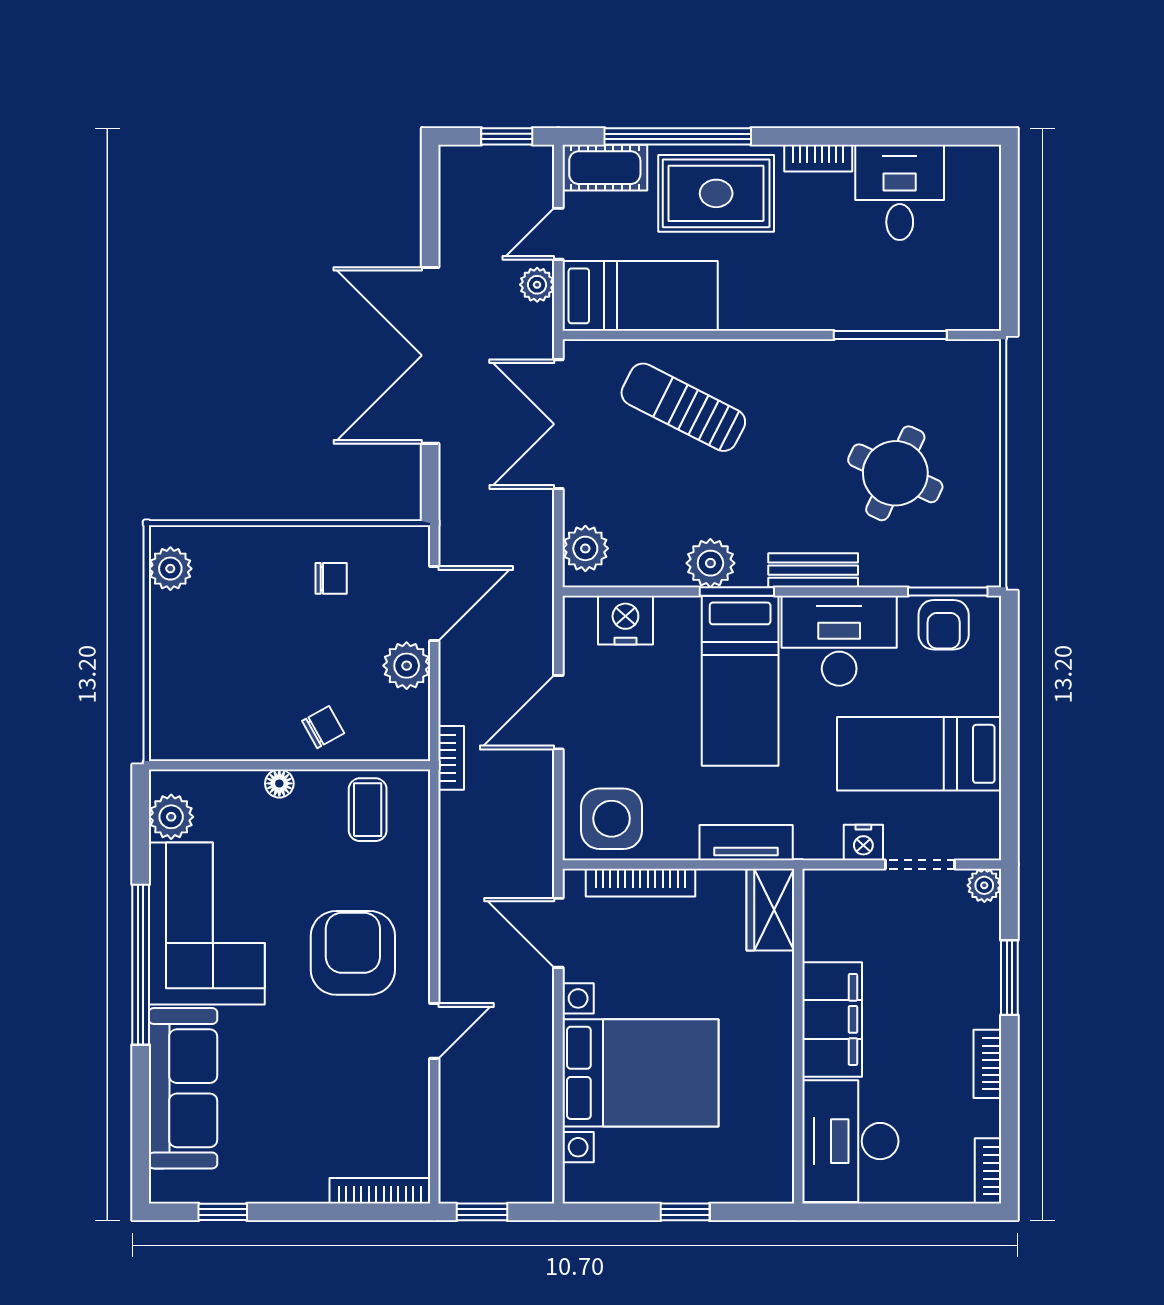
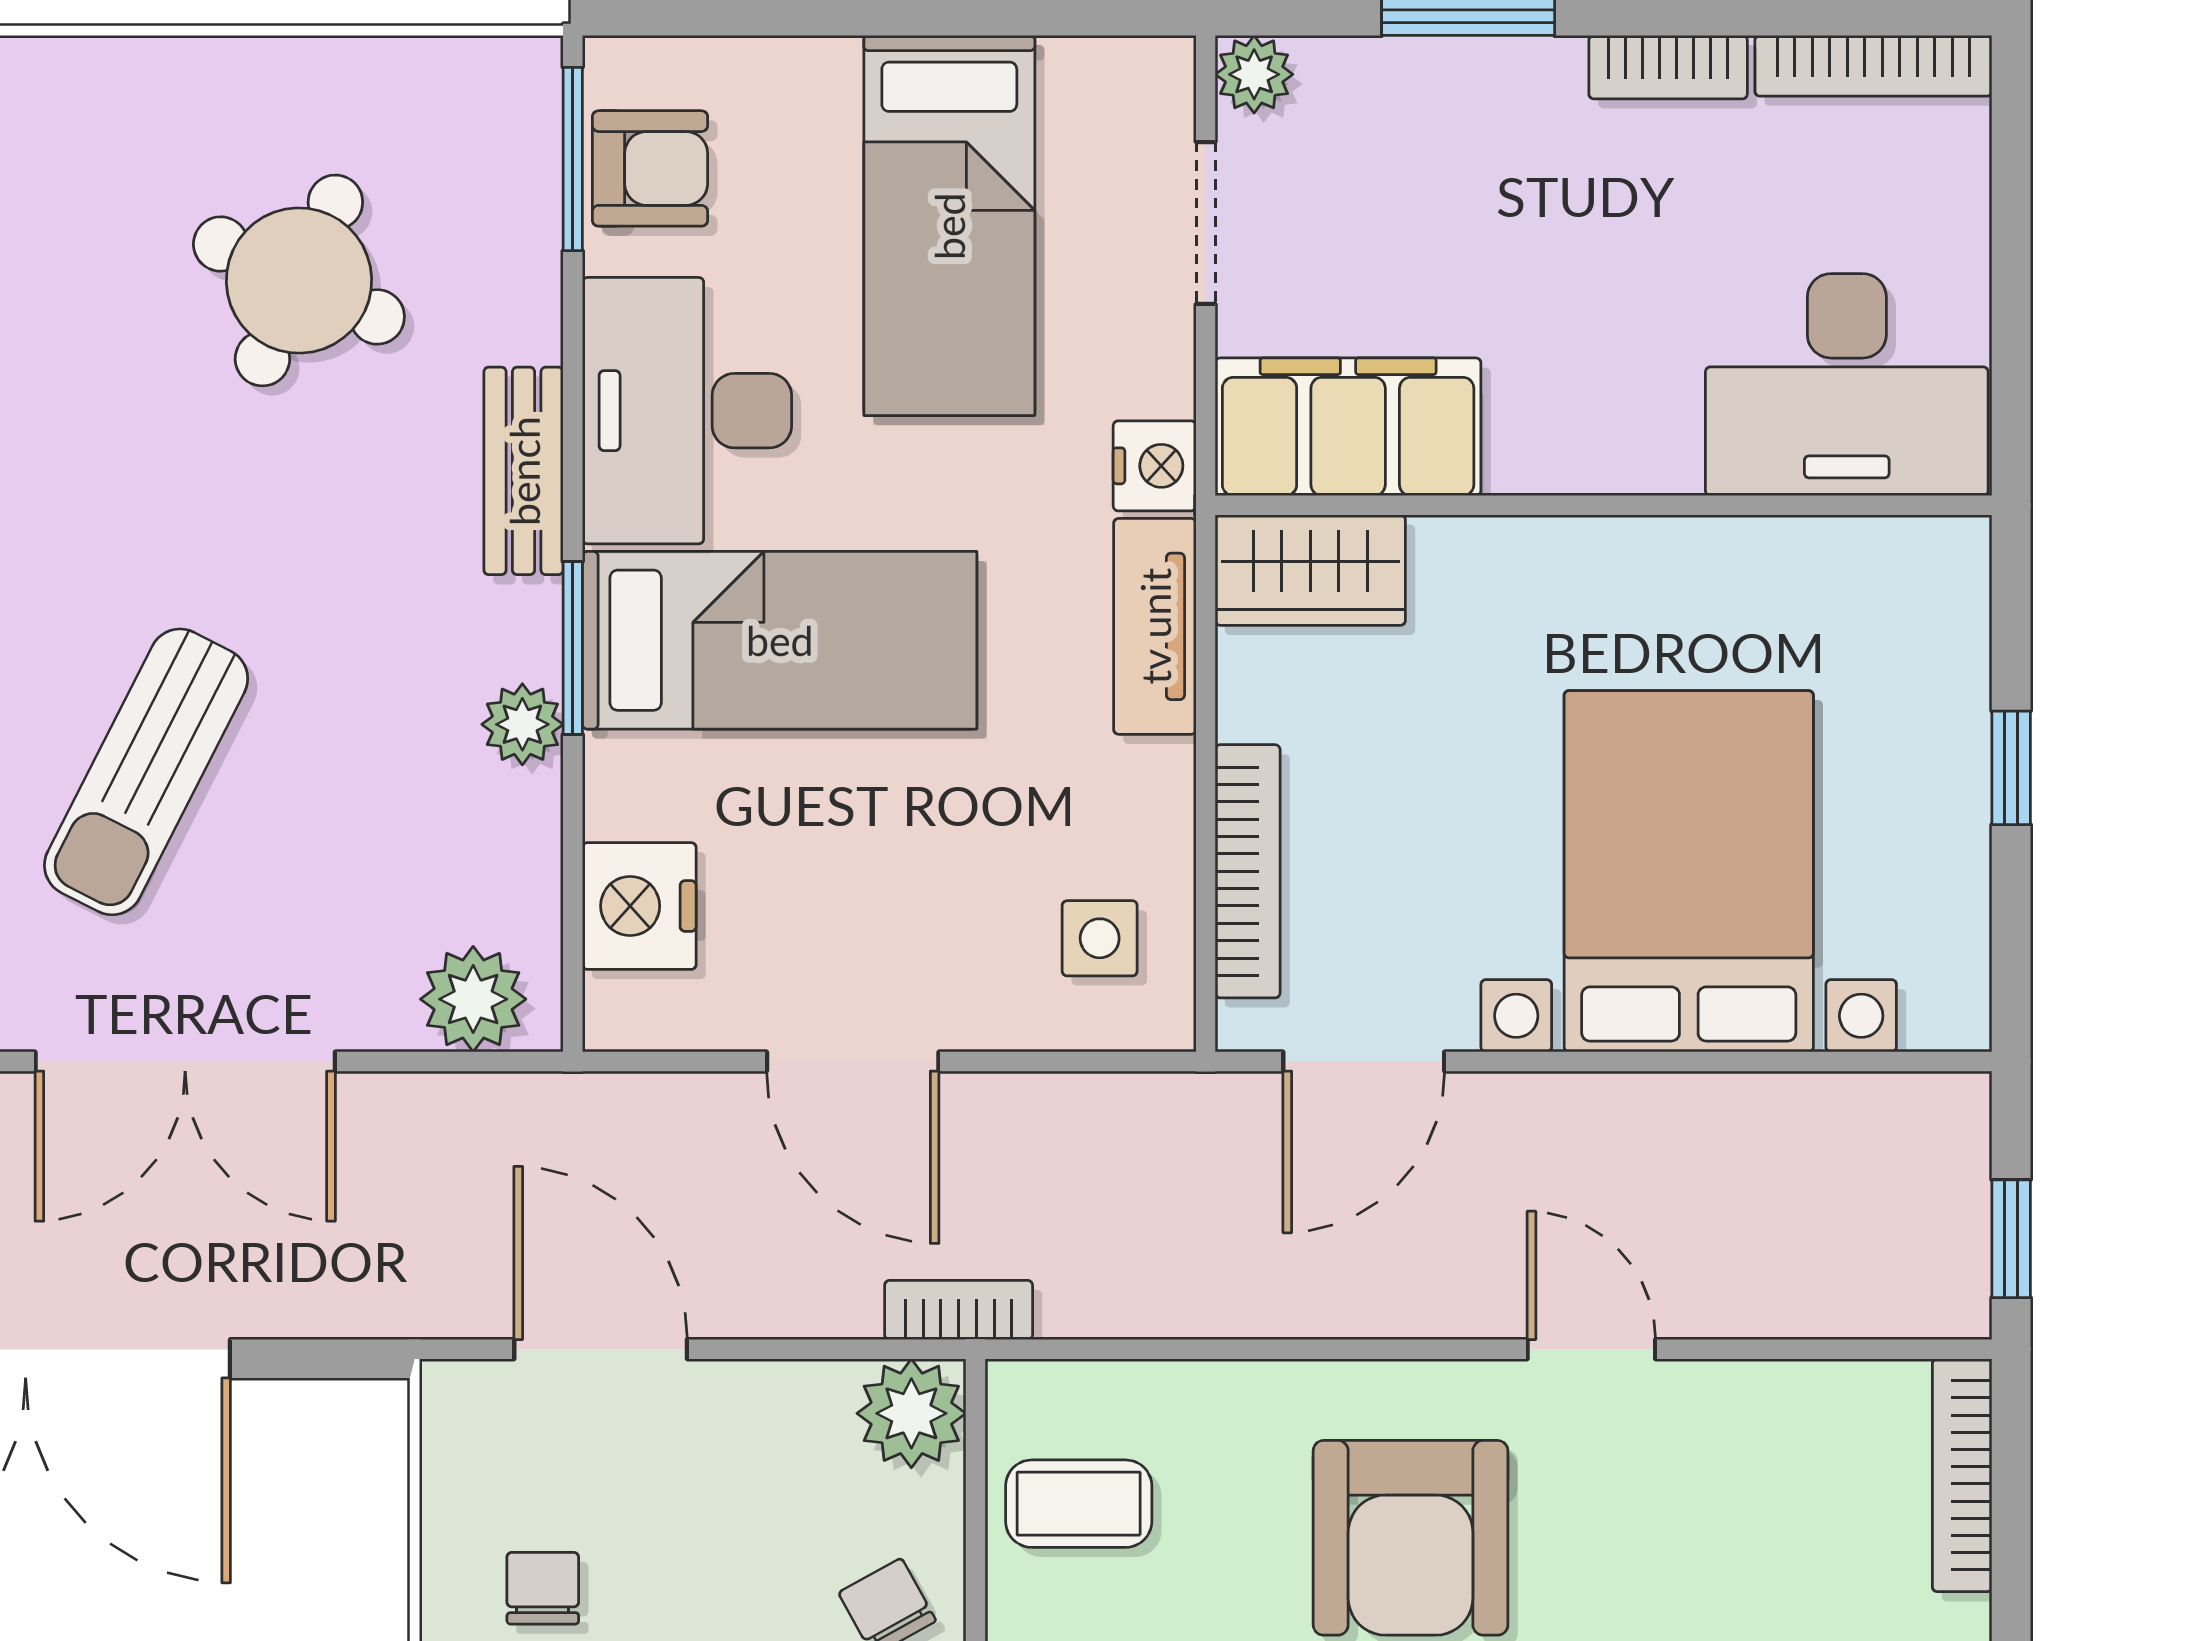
plant: (710, 563) -> (522, 724), width x0.73, depth x0.73
plant: (407, 666) -> (911, 1413), moved
side table: (612, 819) -> (1100, 938), width x0.54, depth x0.54
nightstand: (863, 842) -> (1155, 466), moved
armchair: (353, 953) -> (1411, 1538), turned -90
filing cabinet: (832, 1019) -> (1348, 427), moved
bookcase: (988, 1171) -> (1873, 66), width x1.56

